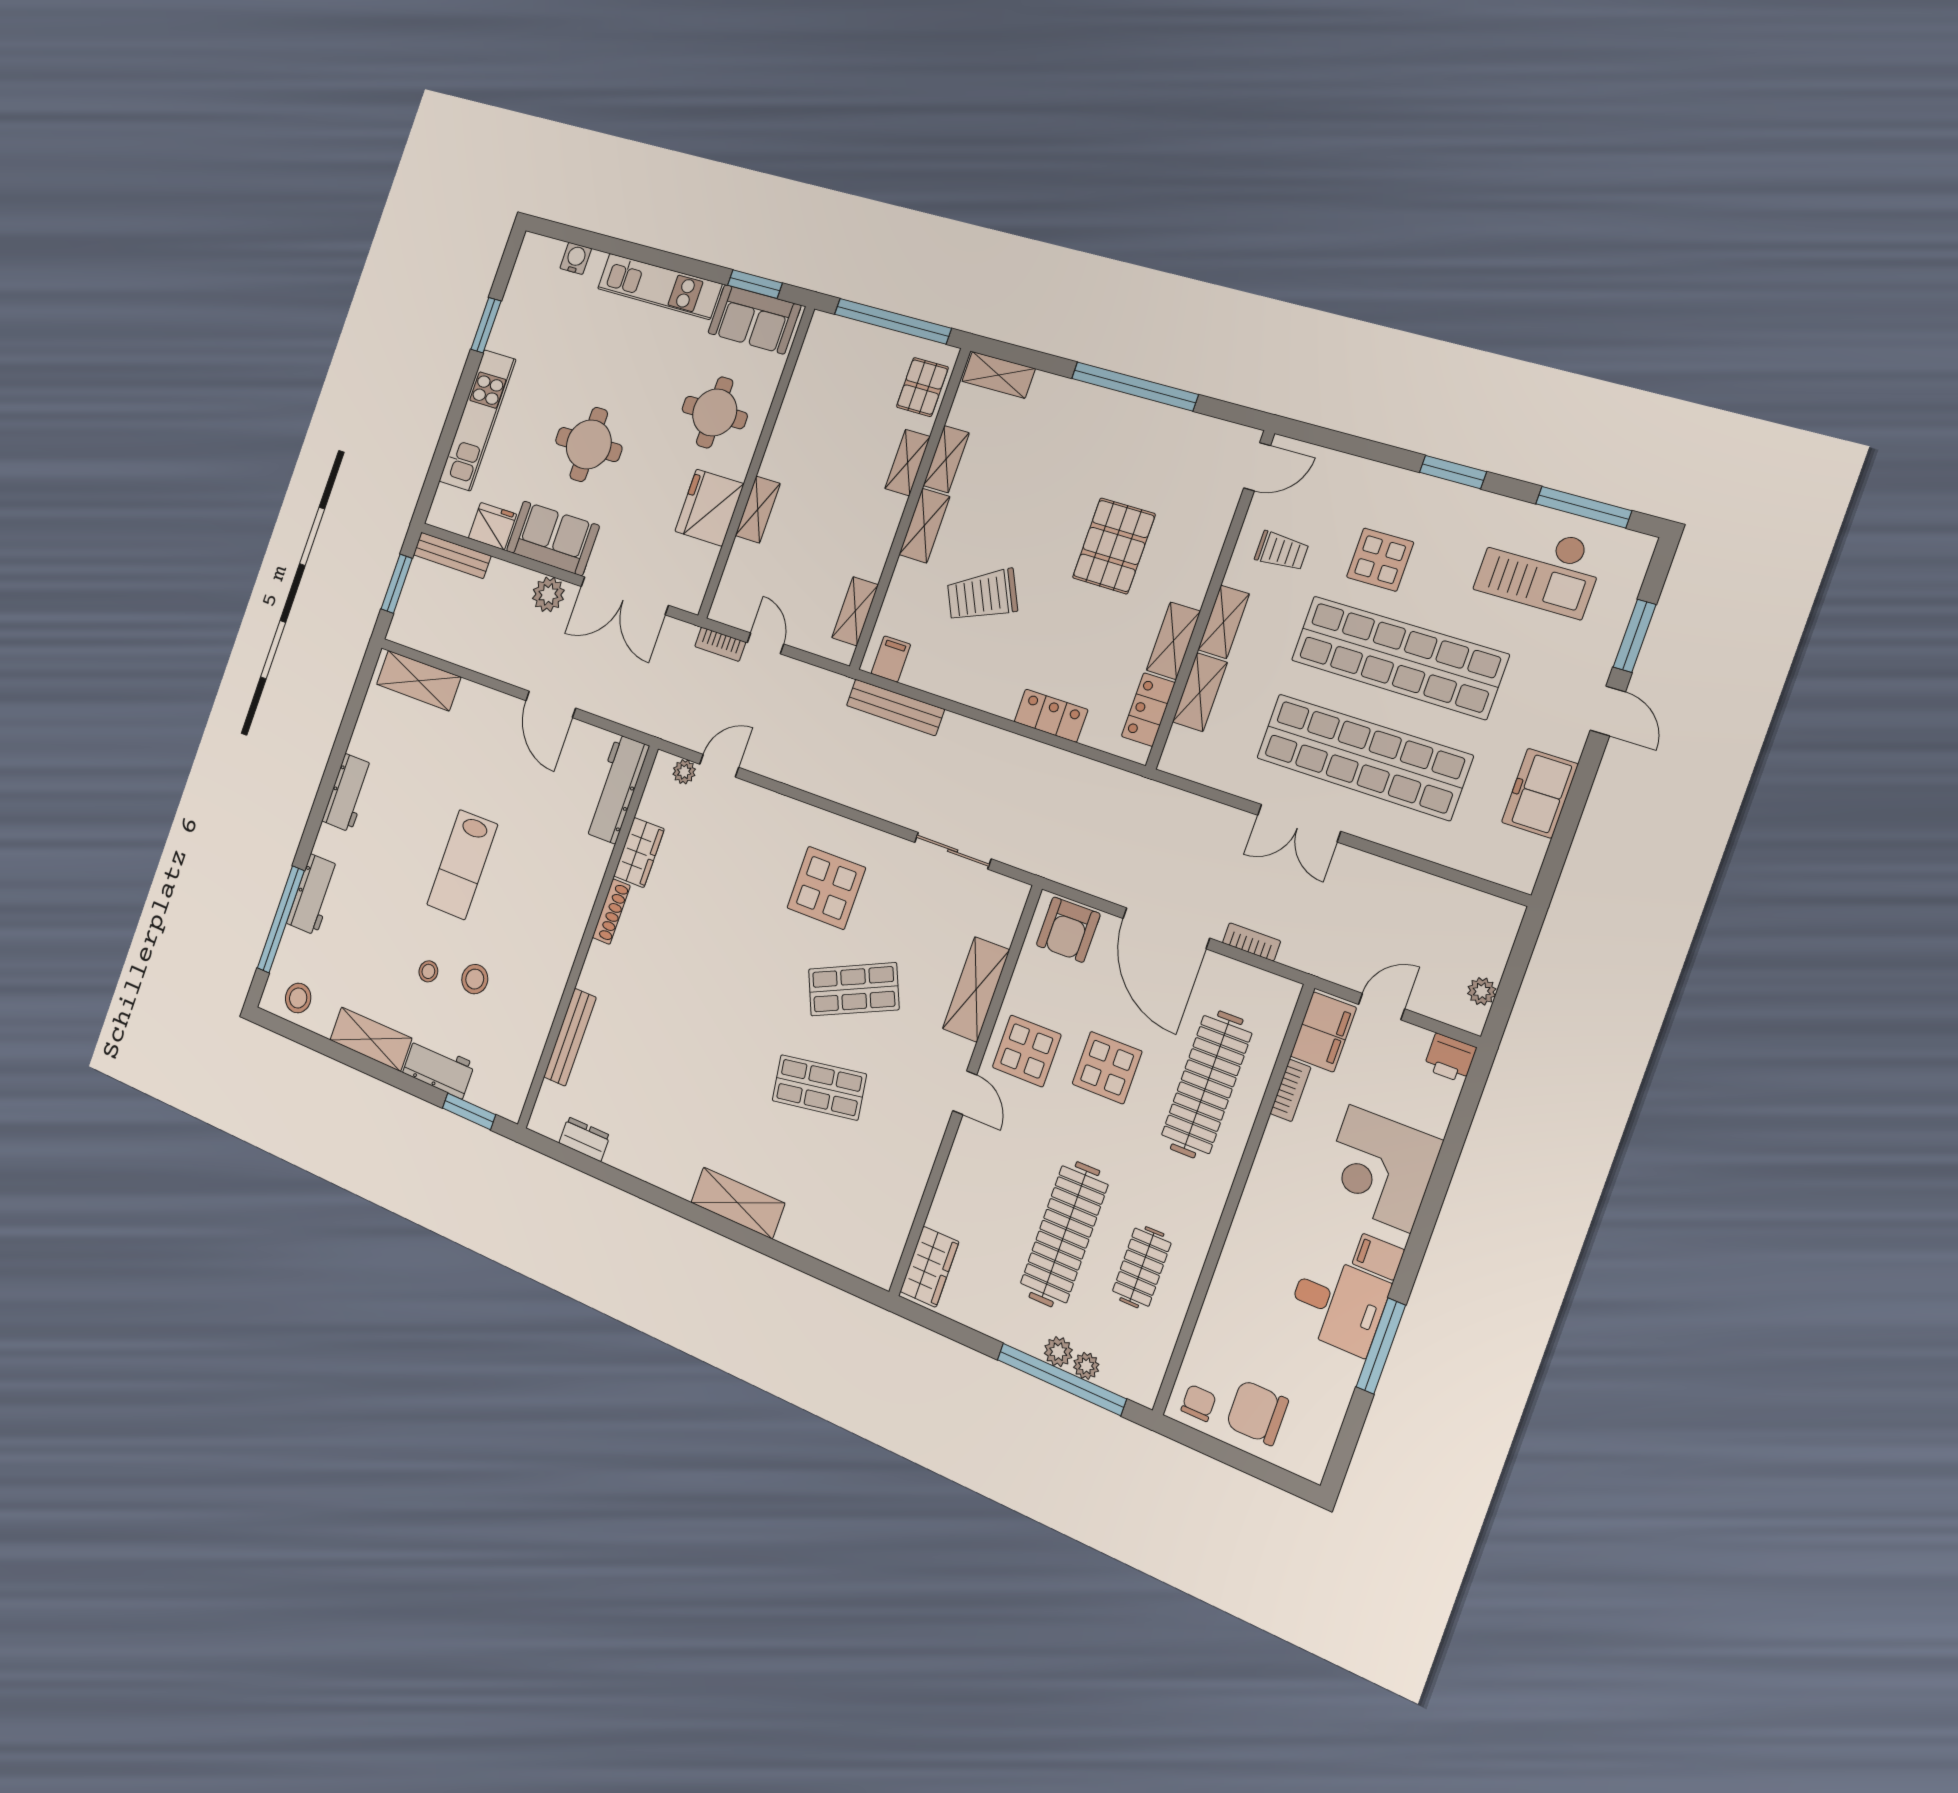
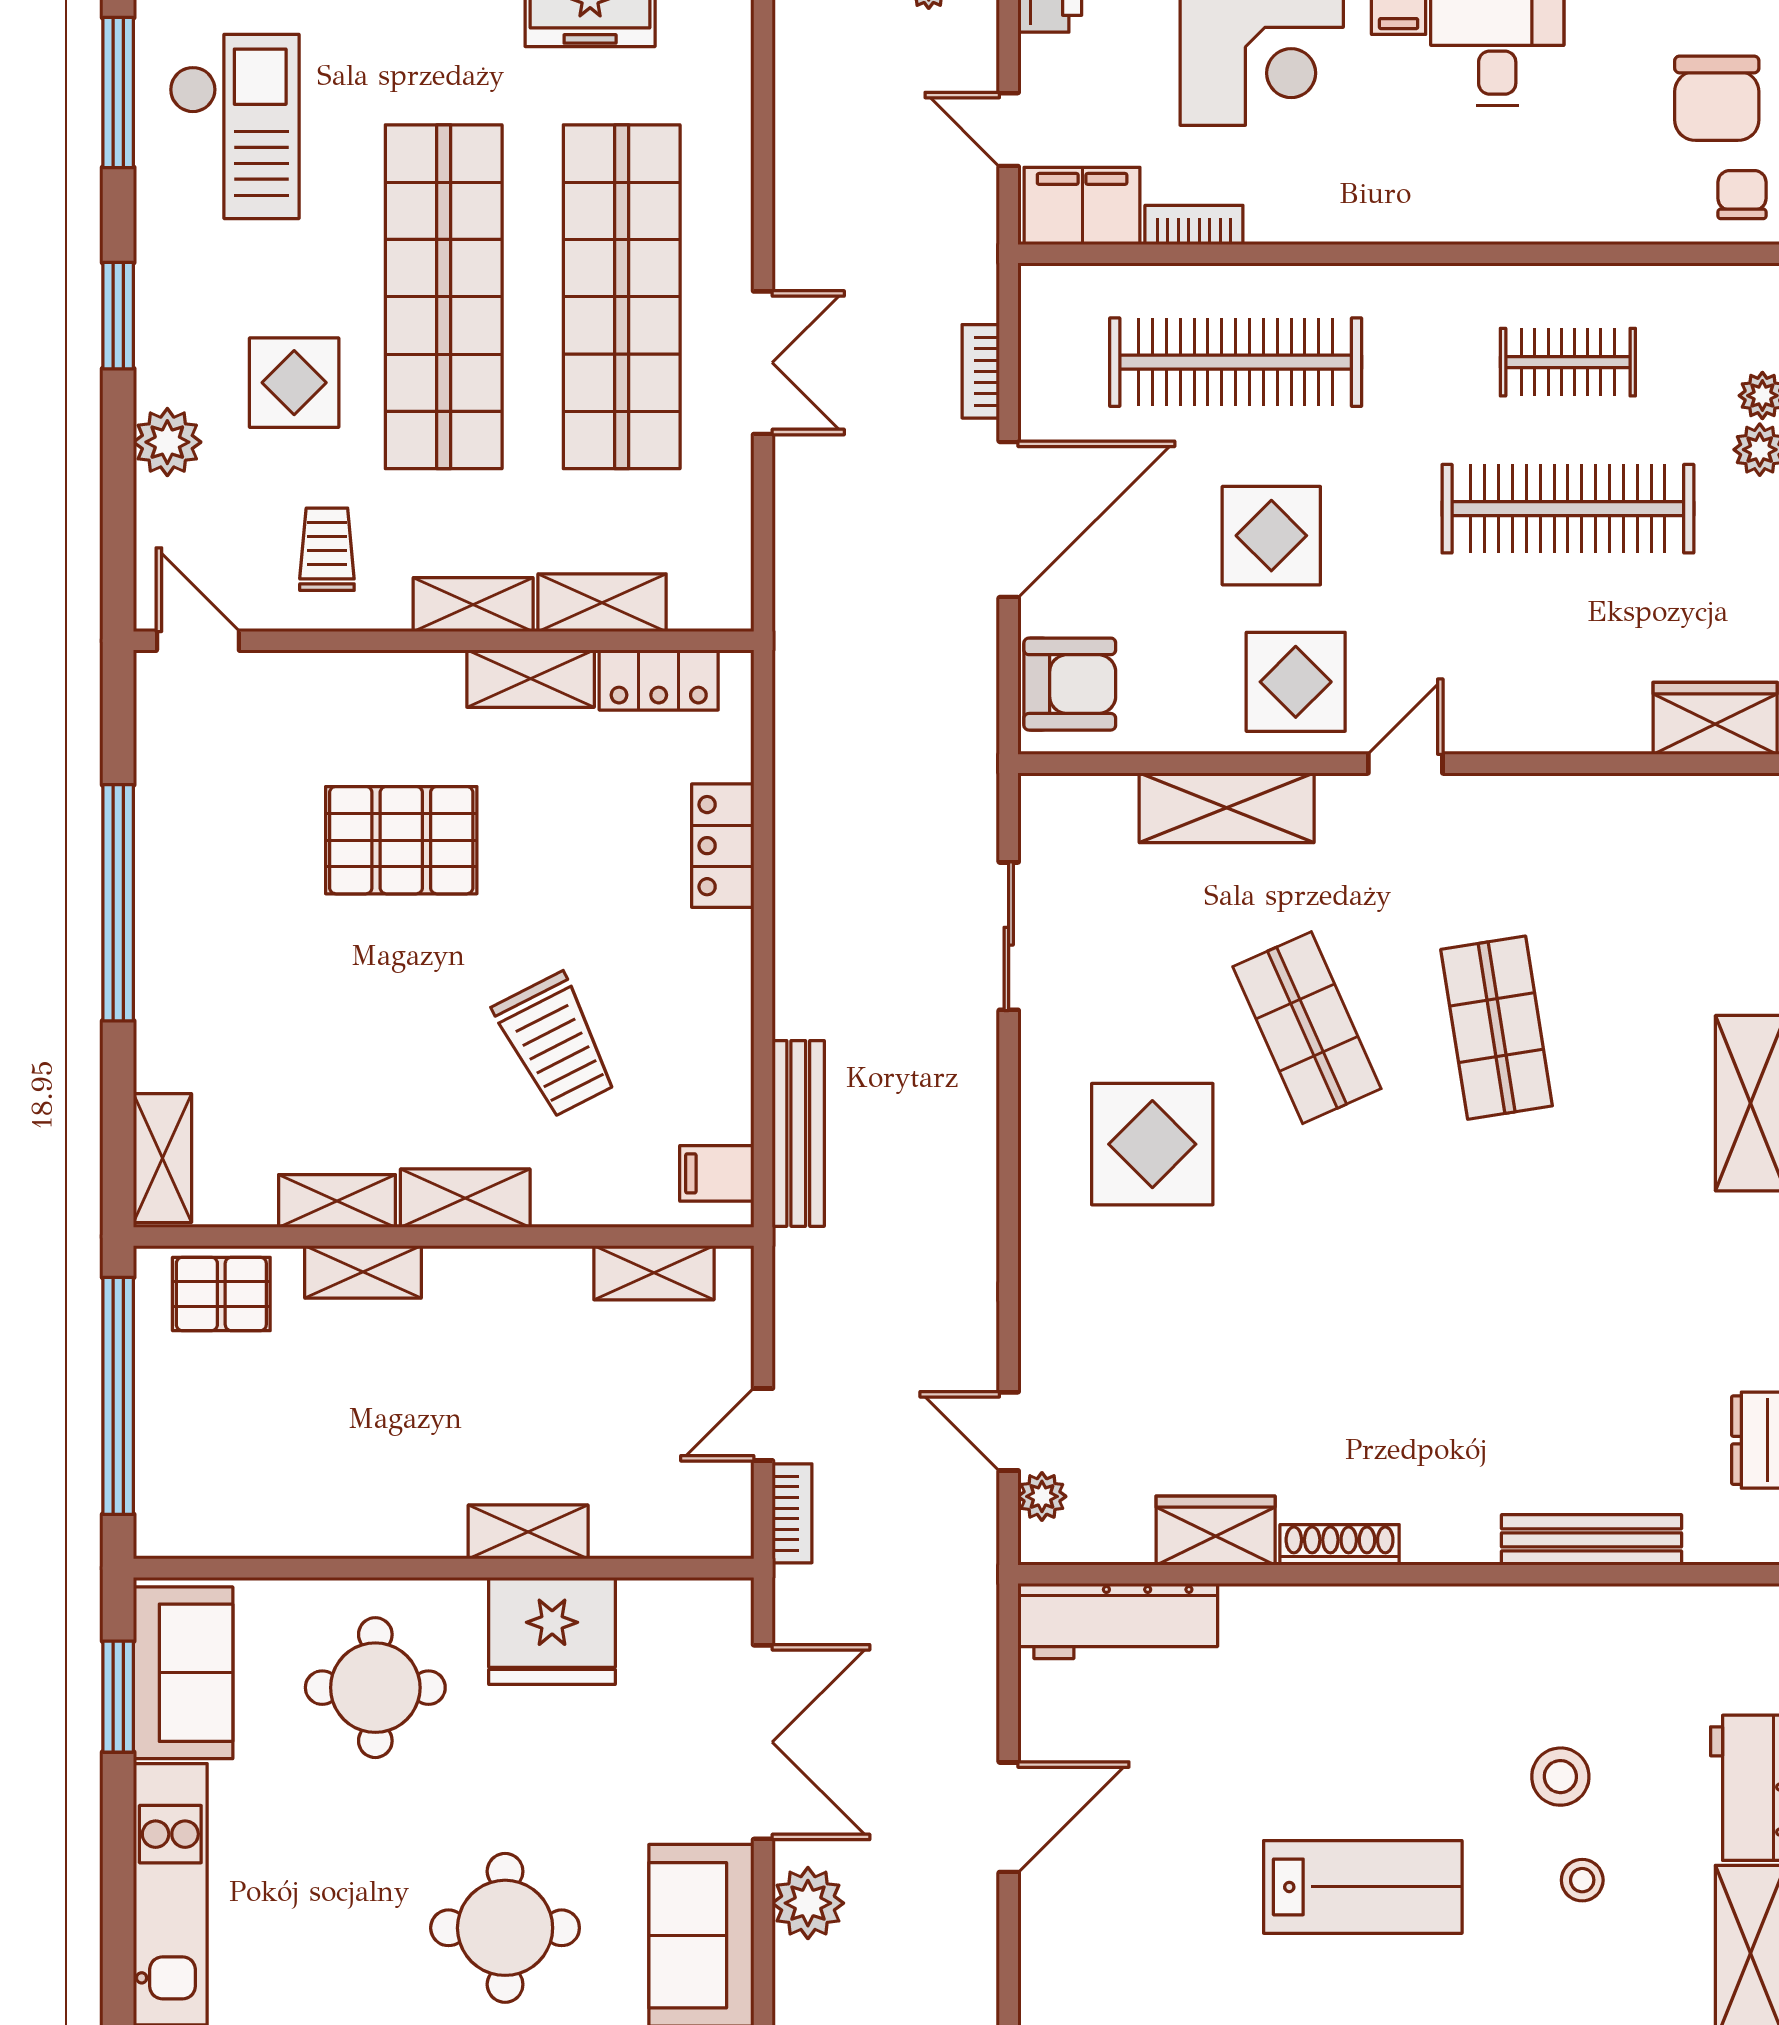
plant: (1372, 480) -> (167, 442), added
chair: (1199, 1403) -> (1742, 195), turned 90

